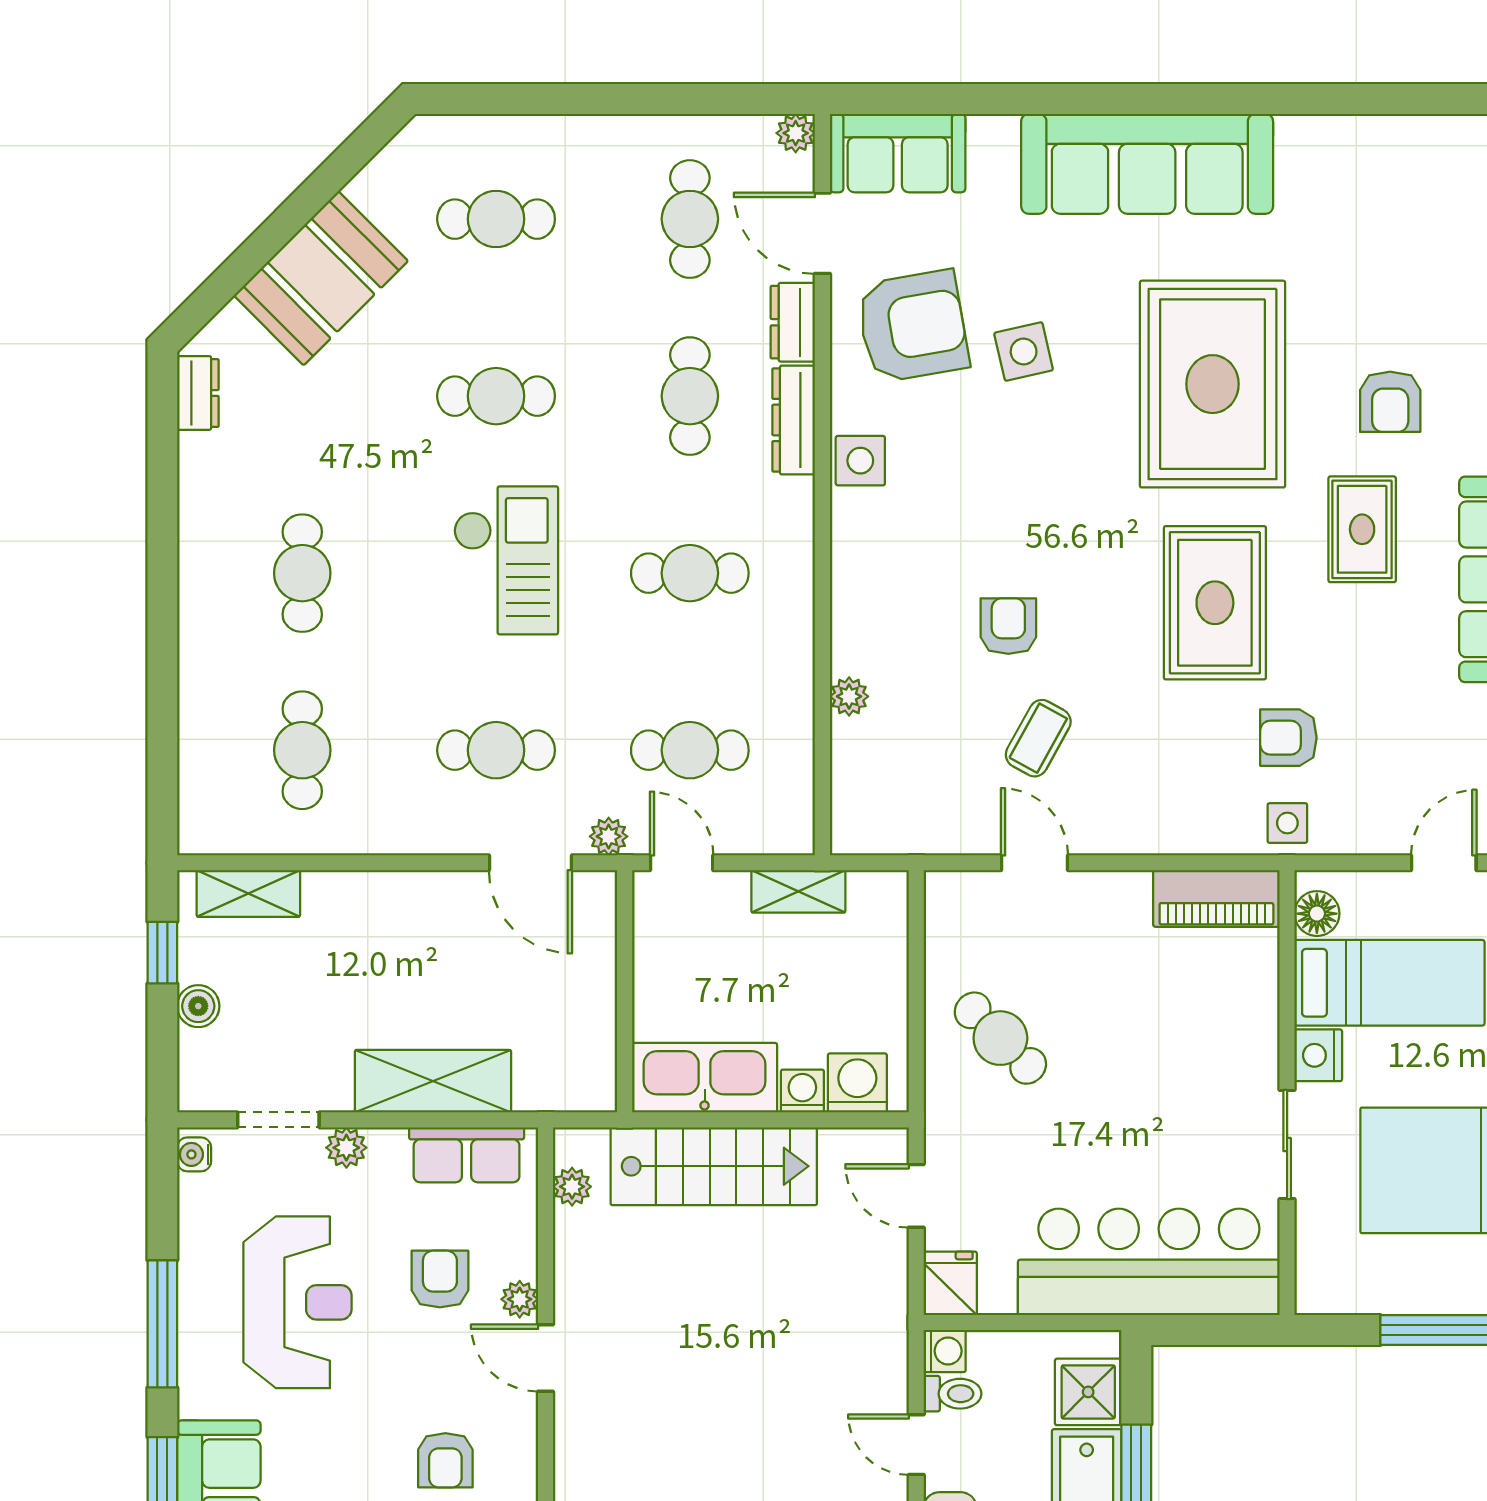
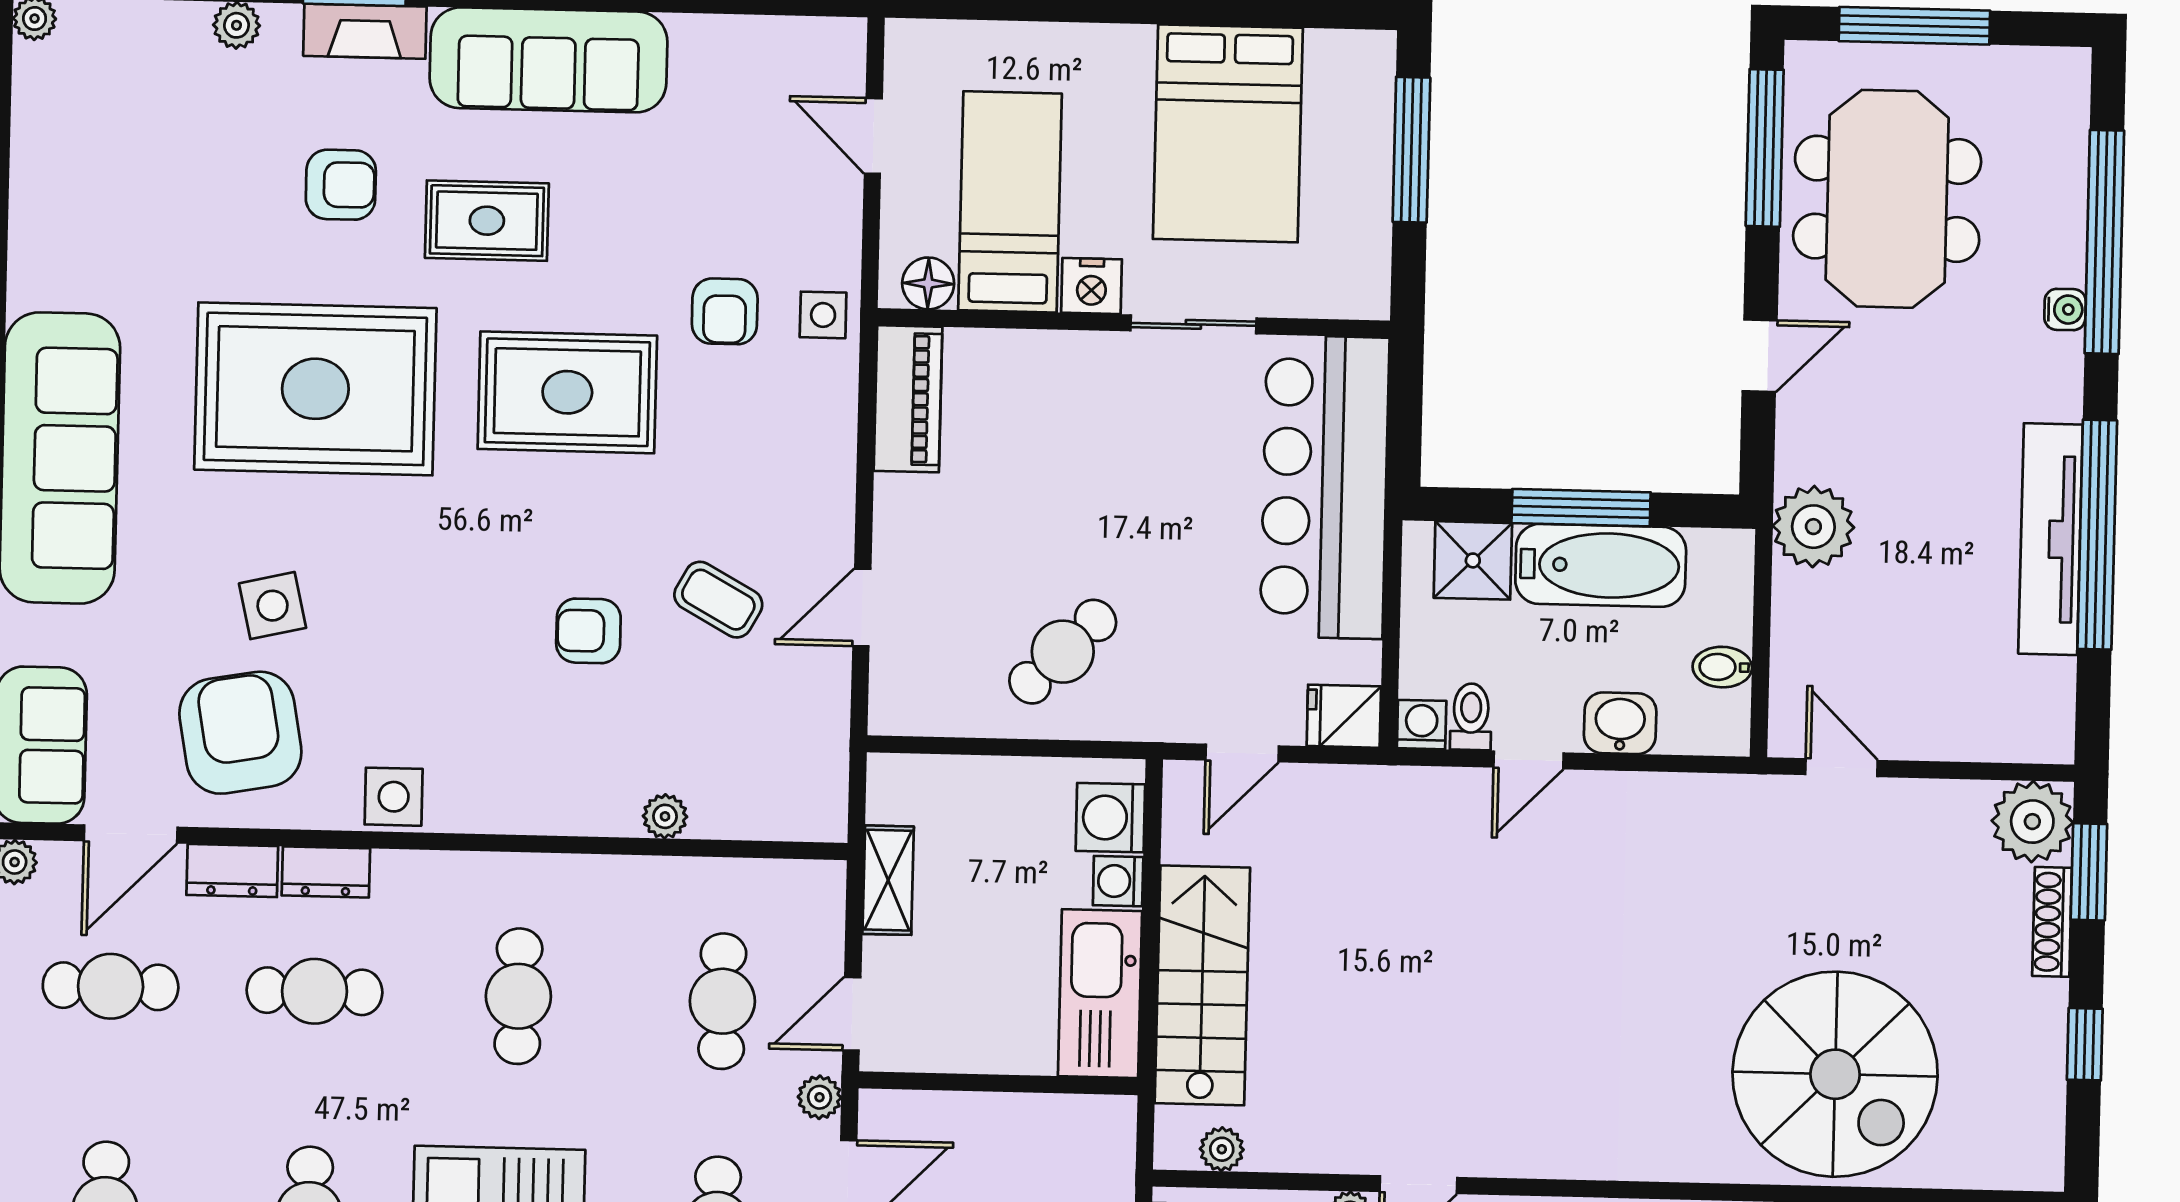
dresser: (794, 420) -> (326, 872), width x0.70

